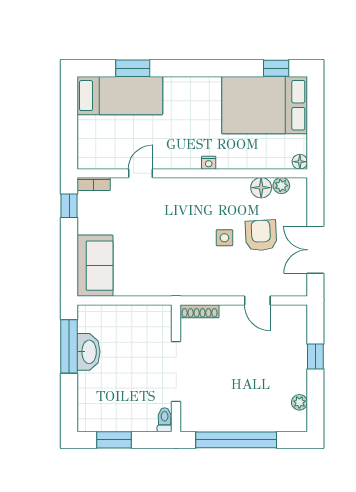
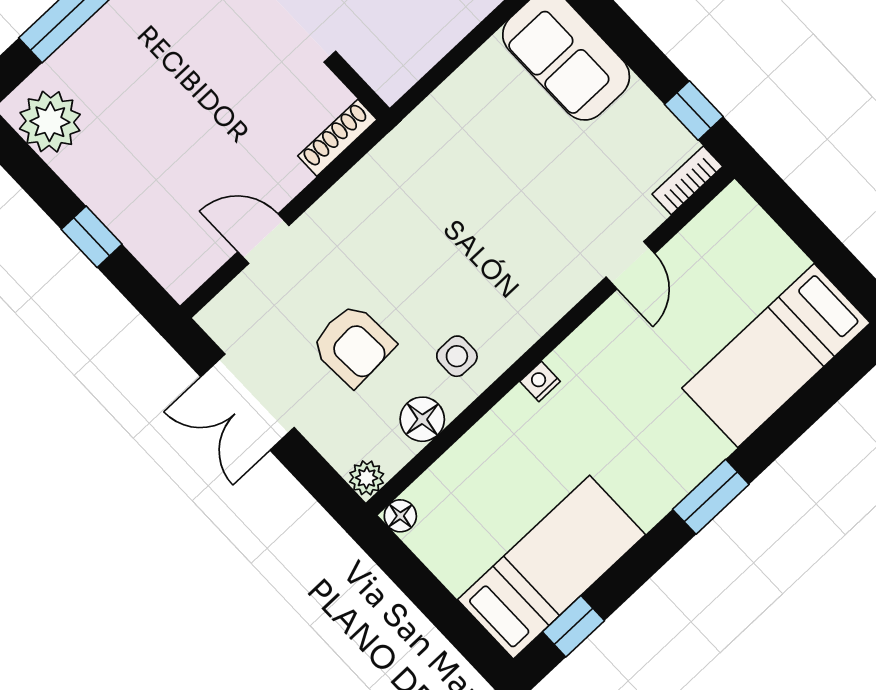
window: (133, 68) -> (711, 497), moved
bed: (265, 105) -> (551, 567), width x0.67
plant: (281, 186) -> (367, 478), moved
side table: (224, 238) -> (457, 356), moved
double door: (315, 250) -> (247, 402), swing flipped
plant: (299, 402) -> (50, 122), width x1.88, depth x1.88

